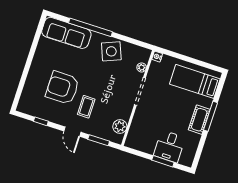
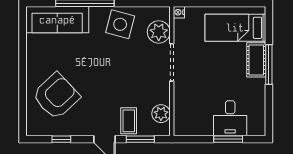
side table: (111, 51) -> (120, 24), turned 37
plant: (142, 67) -> (159, 32), width x1.87, depth x1.87
armchair: (62, 88) -> (56, 96), moved, turned 137
coffee table: (86, 107) -> (129, 121), moved
cot: (199, 120) -> (256, 60), moved

